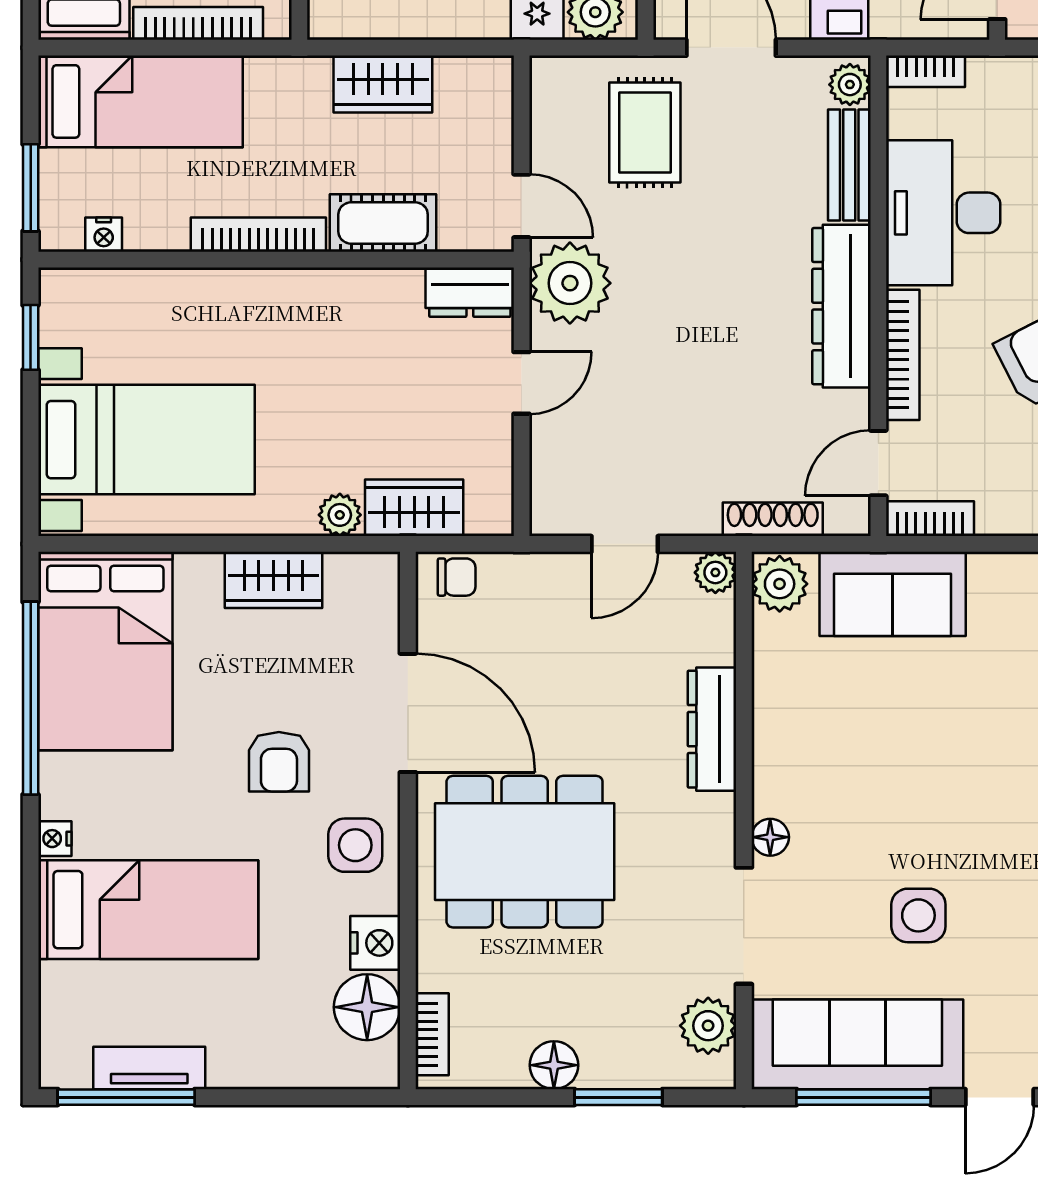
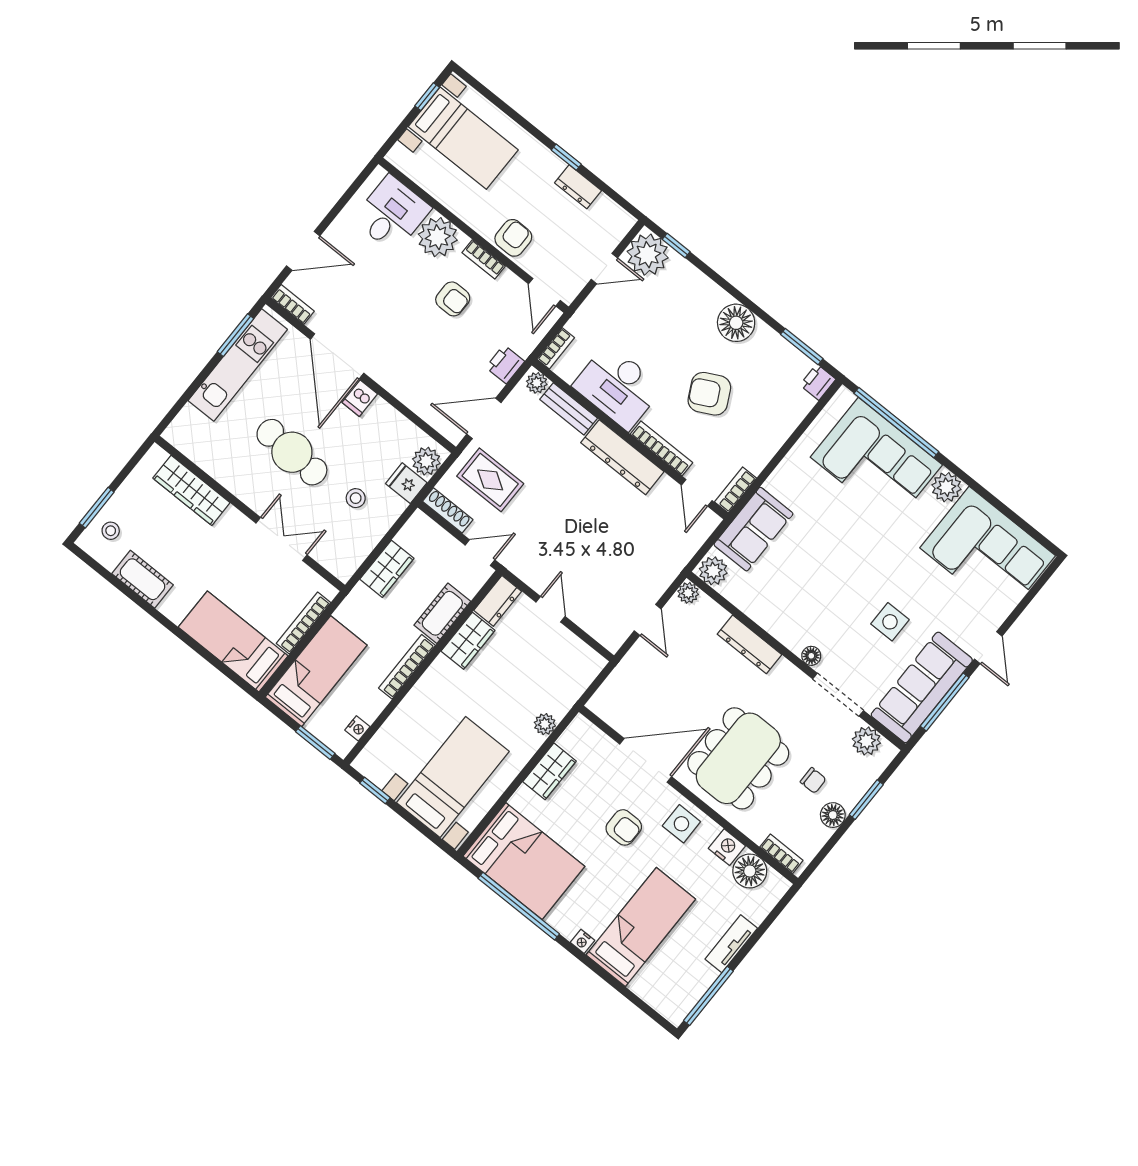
plant: (570, 283) -> (526, 558), removed
wardrobe: (414, 508) -> (468, 641), moved, turned 180
shoe rack: (773, 519) -> (448, 510), moved, turned 90
chair: (457, 577) -> (813, 780), moved, turned 90
tv unit: (149, 1068) -> (731, 944), moved

